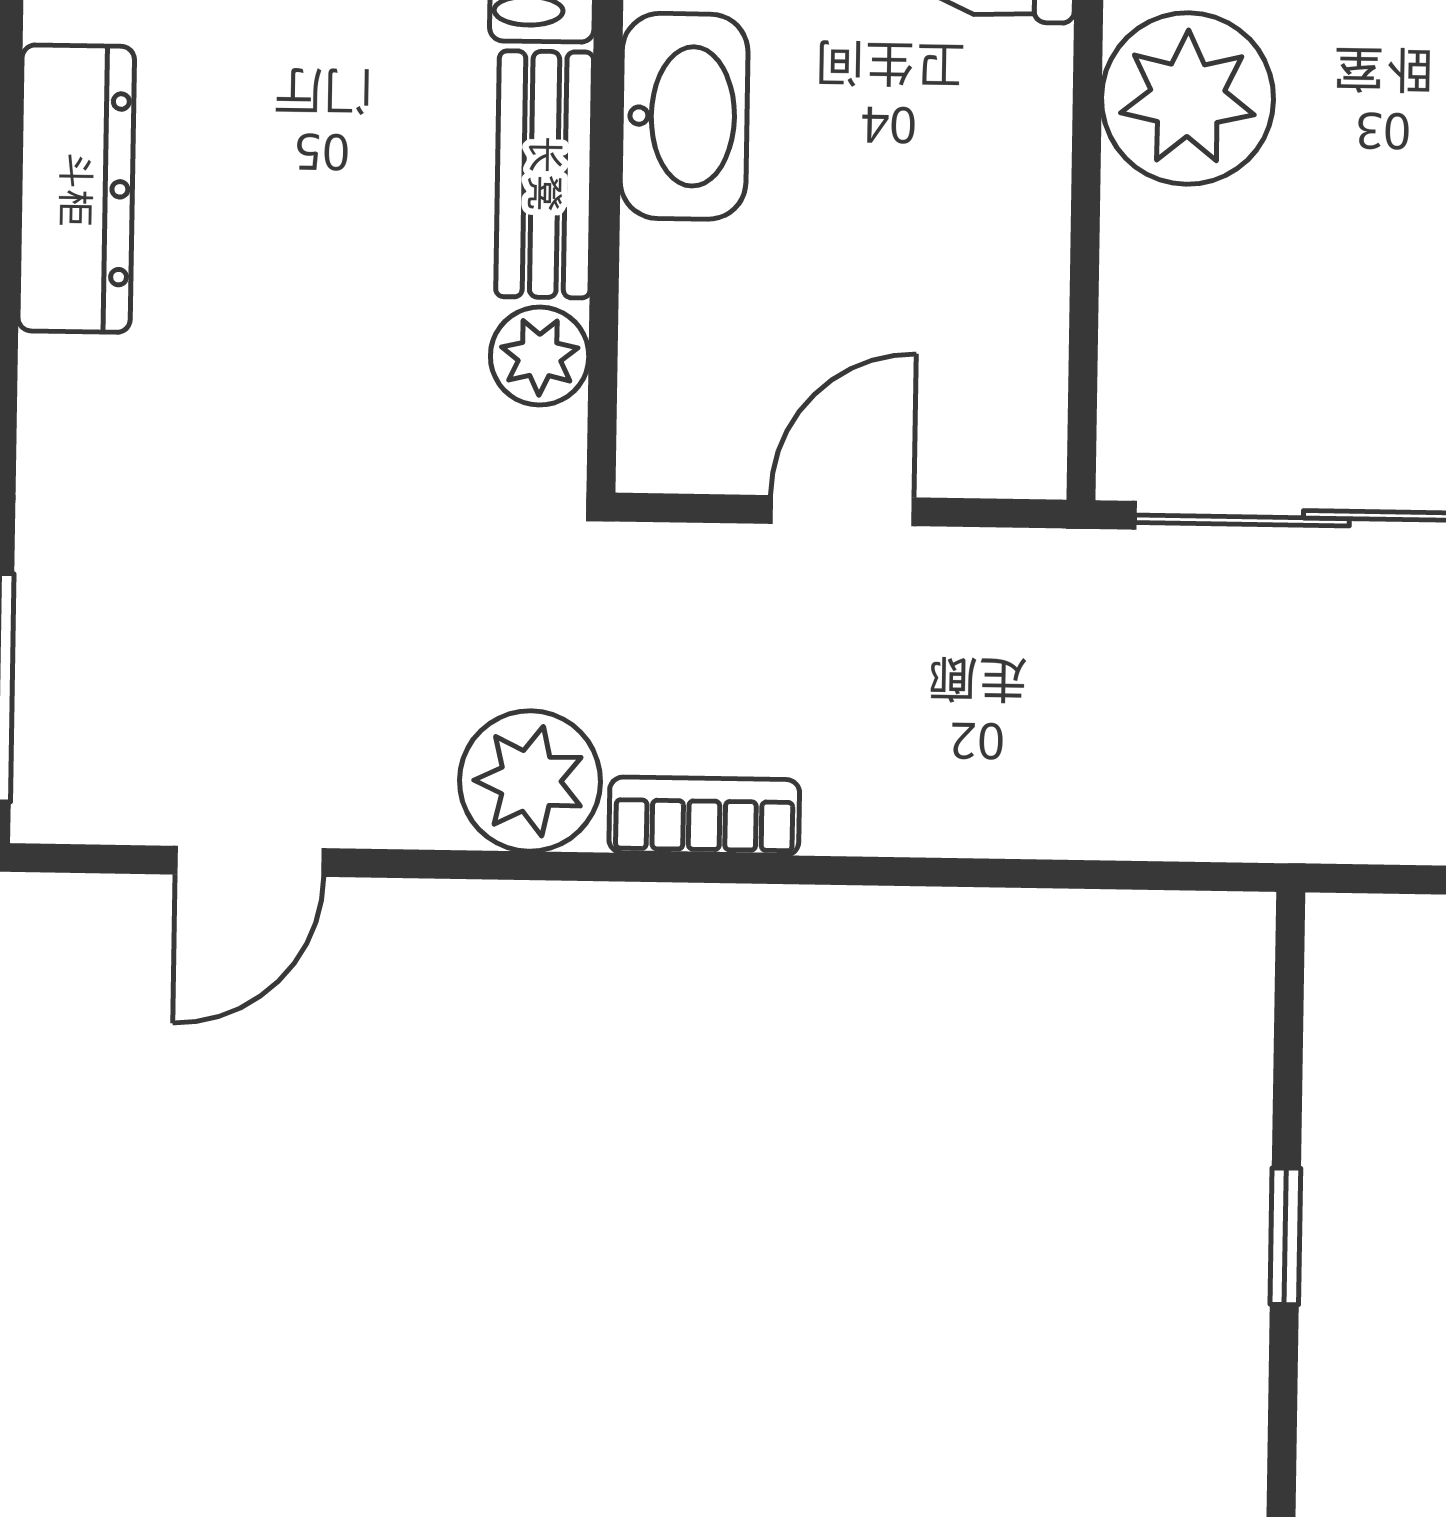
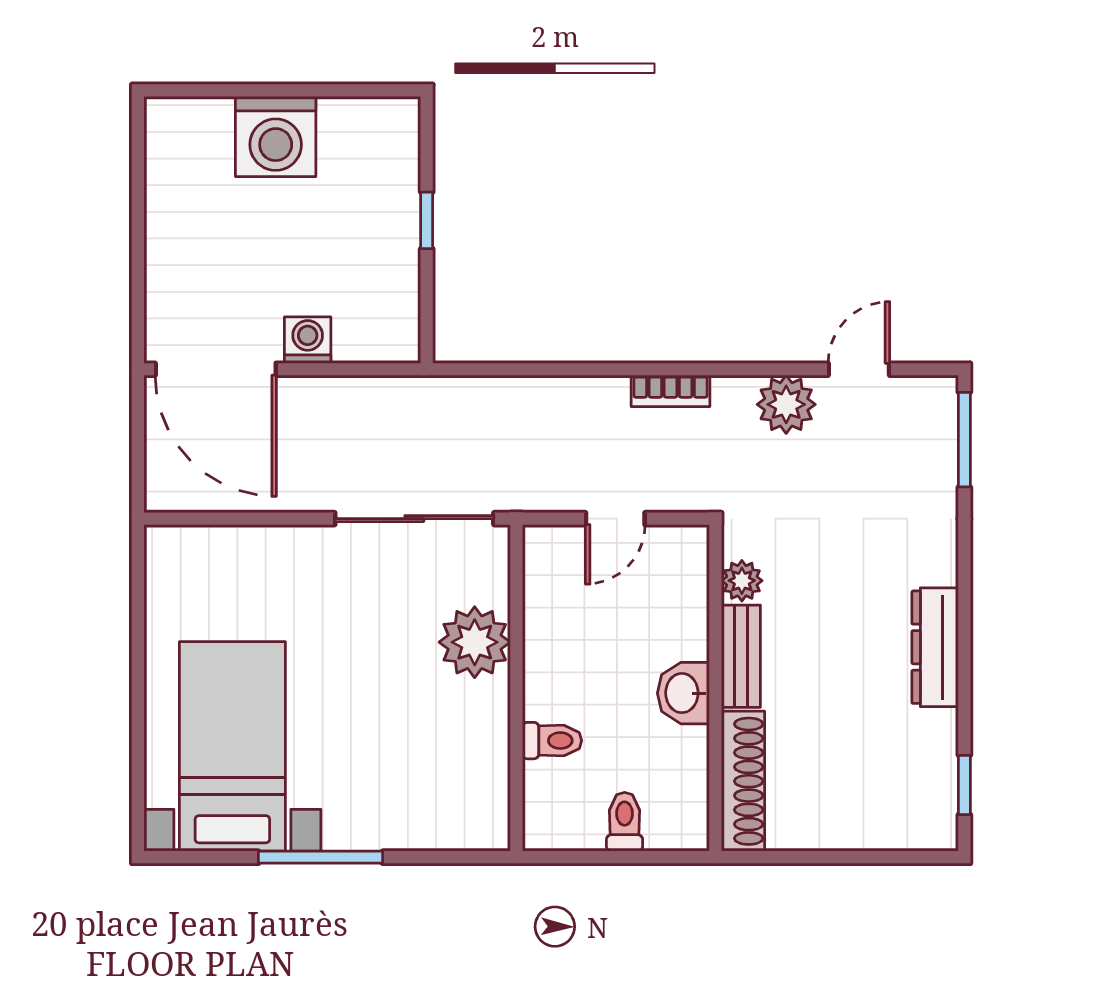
plant: (1188, 99) -> (475, 642), moved
washbasin: (684, 116) -> (683, 693), width x0.72
plant: (530, 781) -> (786, 404), moved

